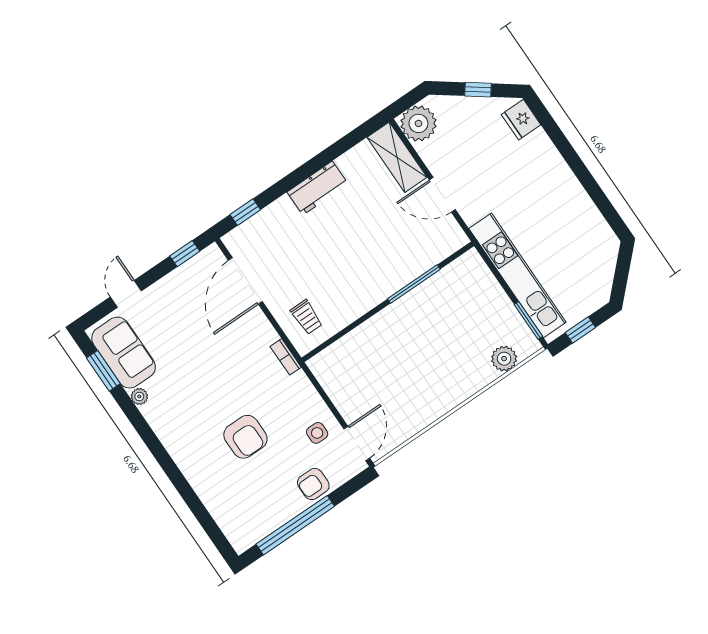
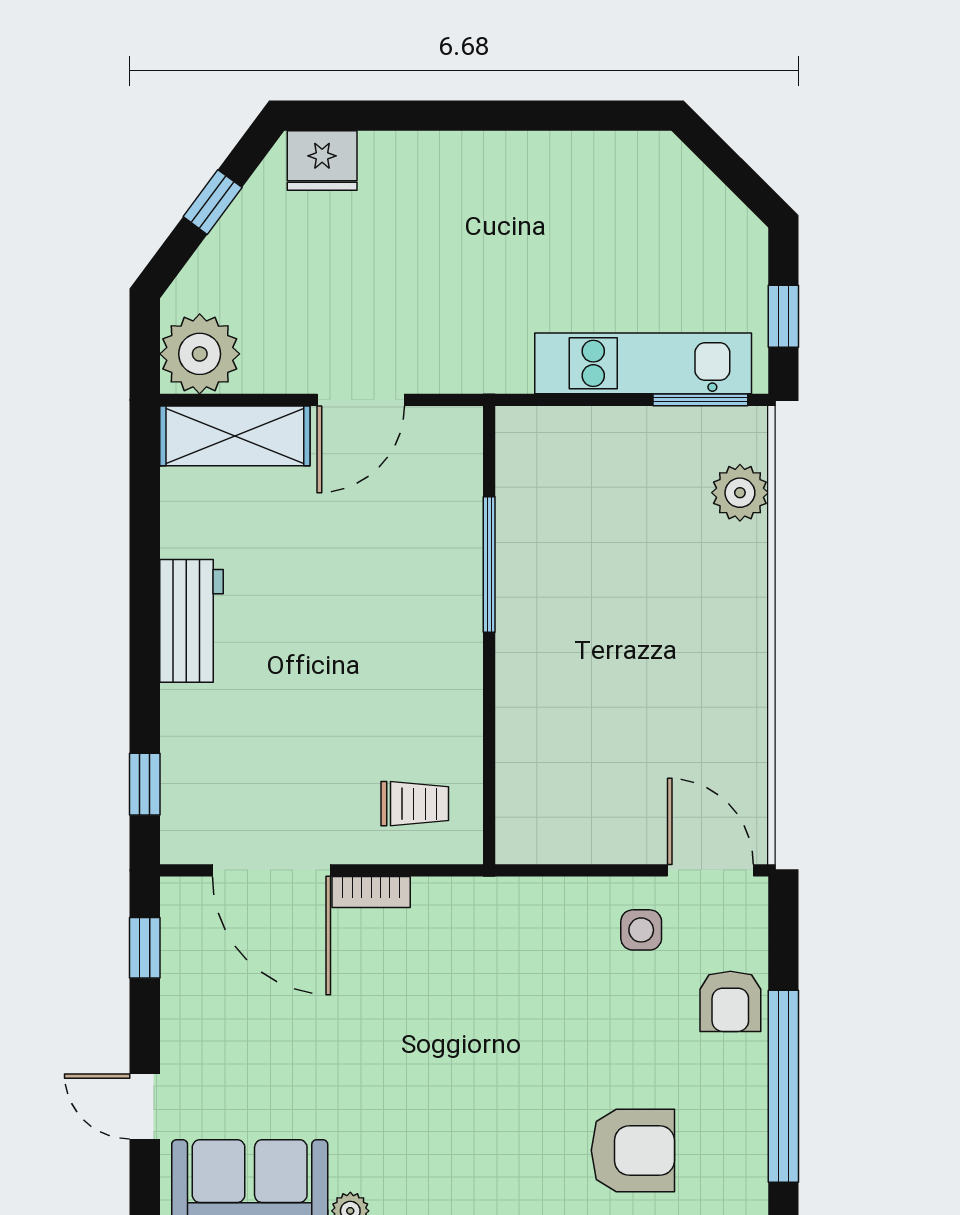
kitchen unit: (517, 275) -> (643, 363), width x0.73
bookcase: (286, 357) -> (371, 892), moved
armchair: (245, 437) -> (633, 1150), moved

